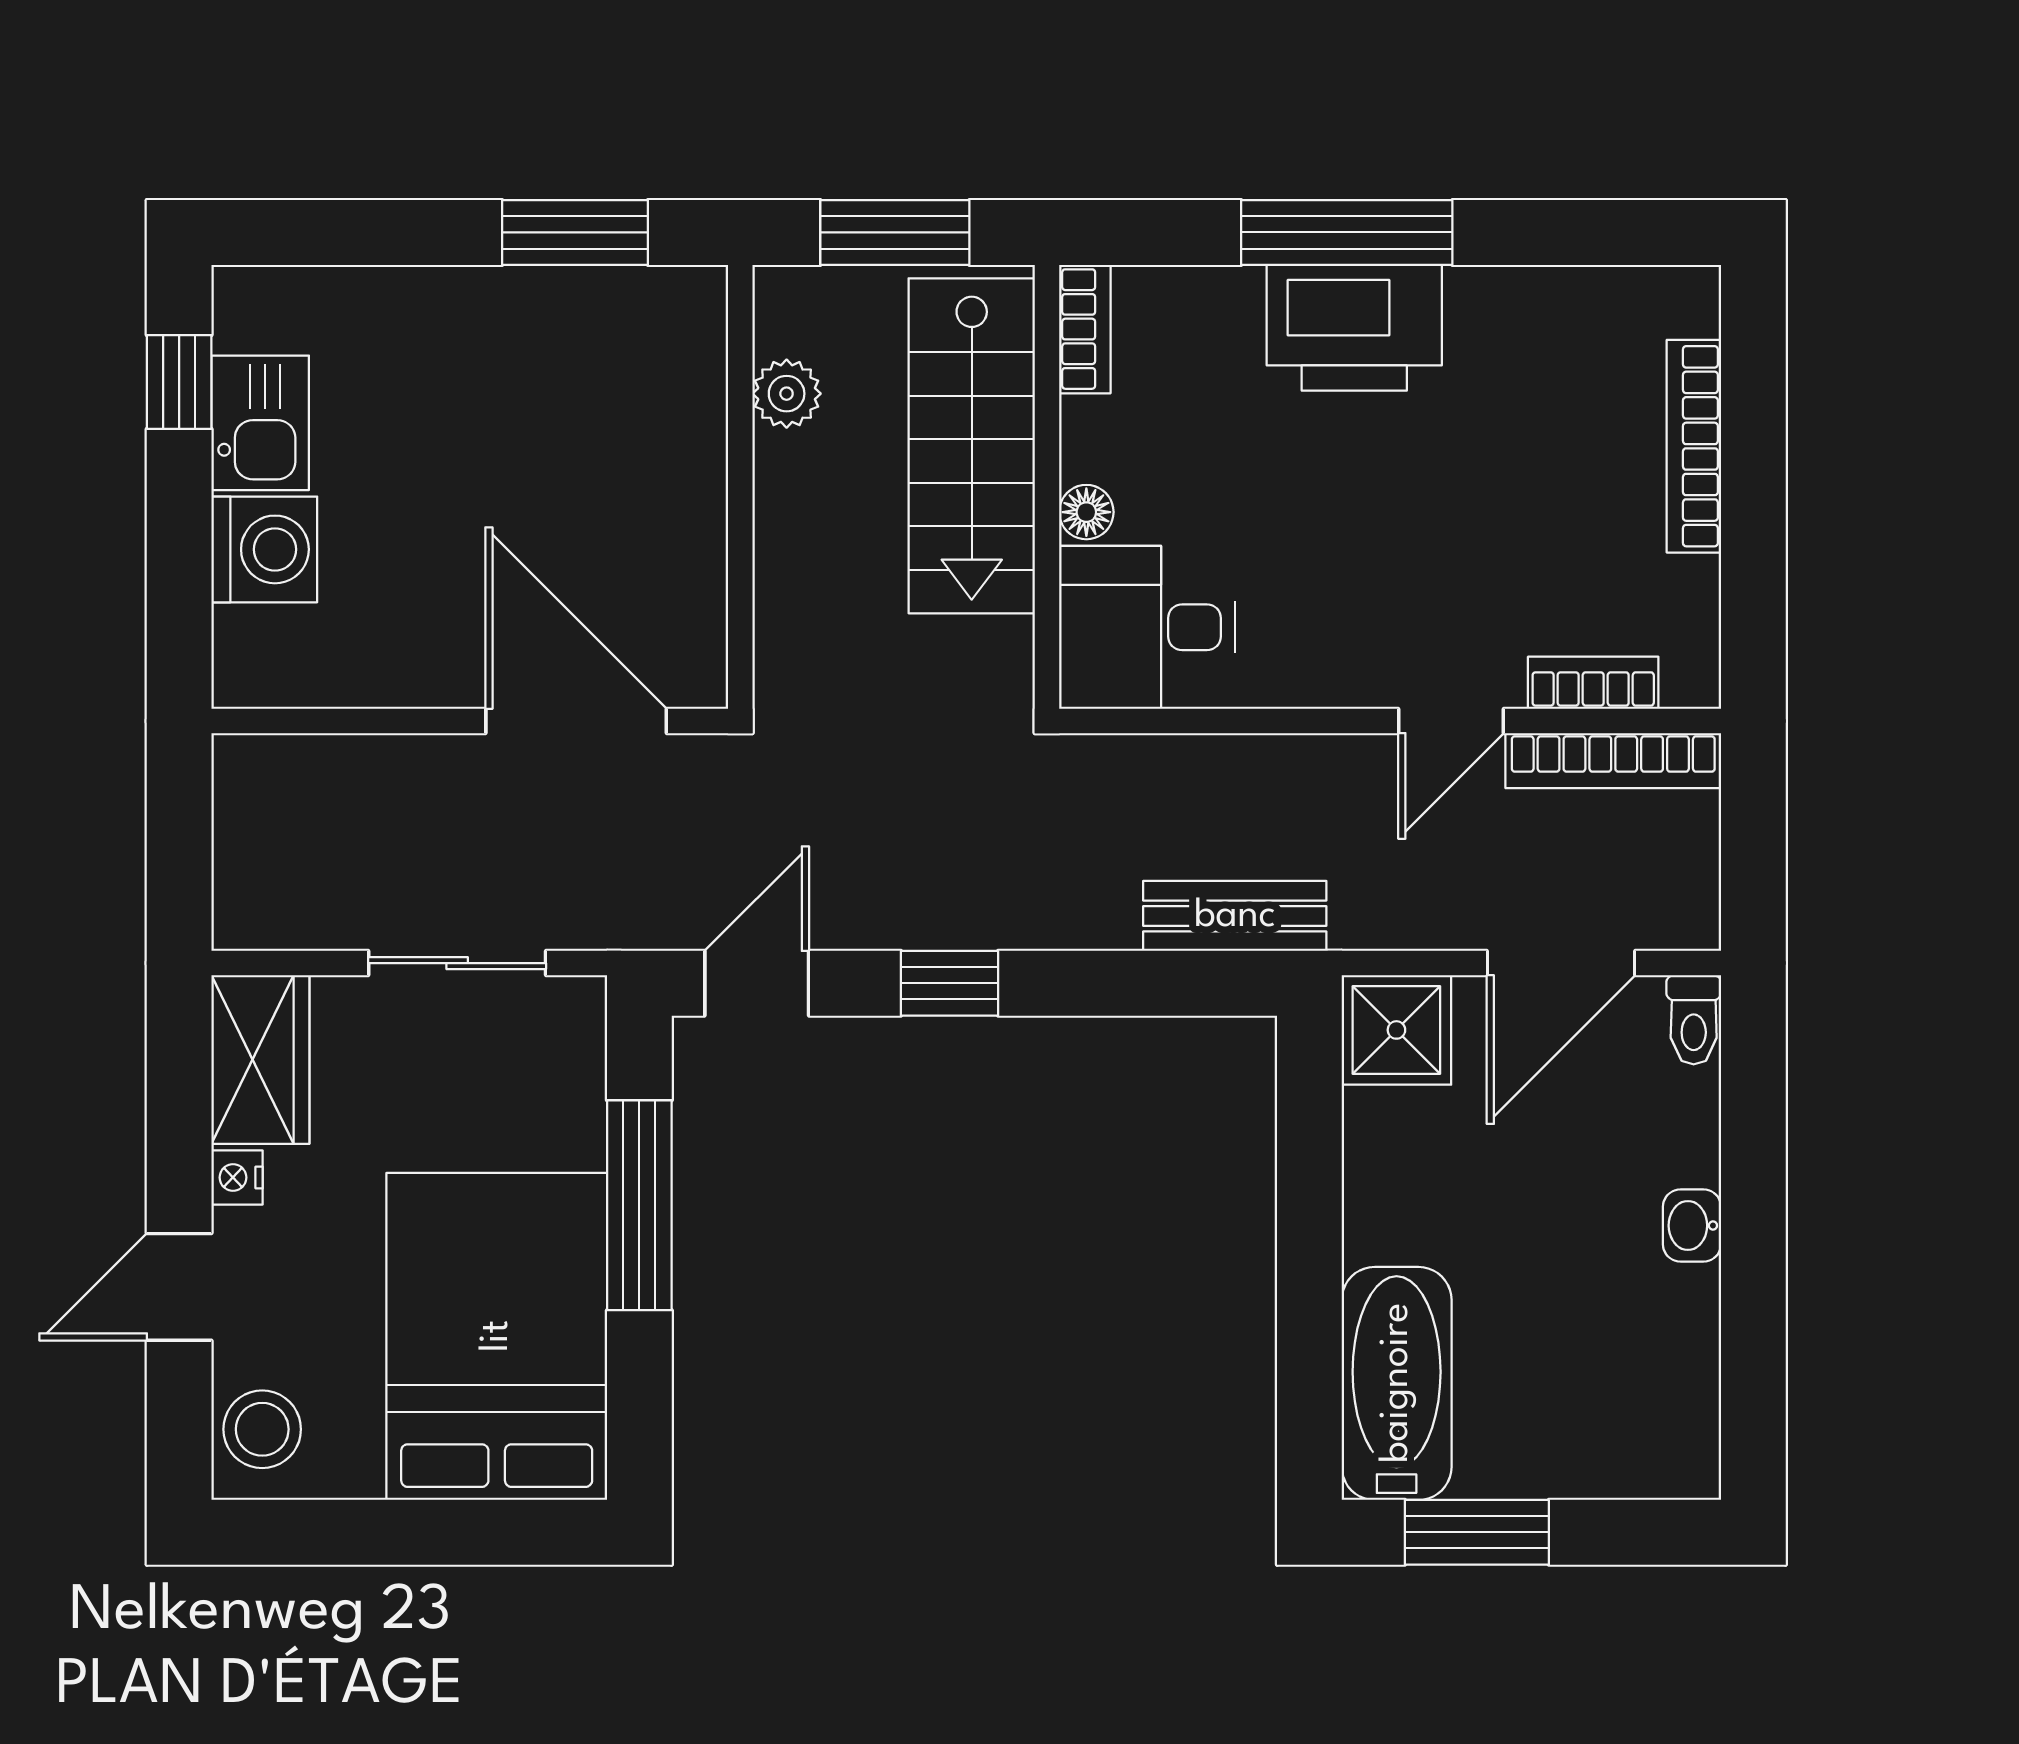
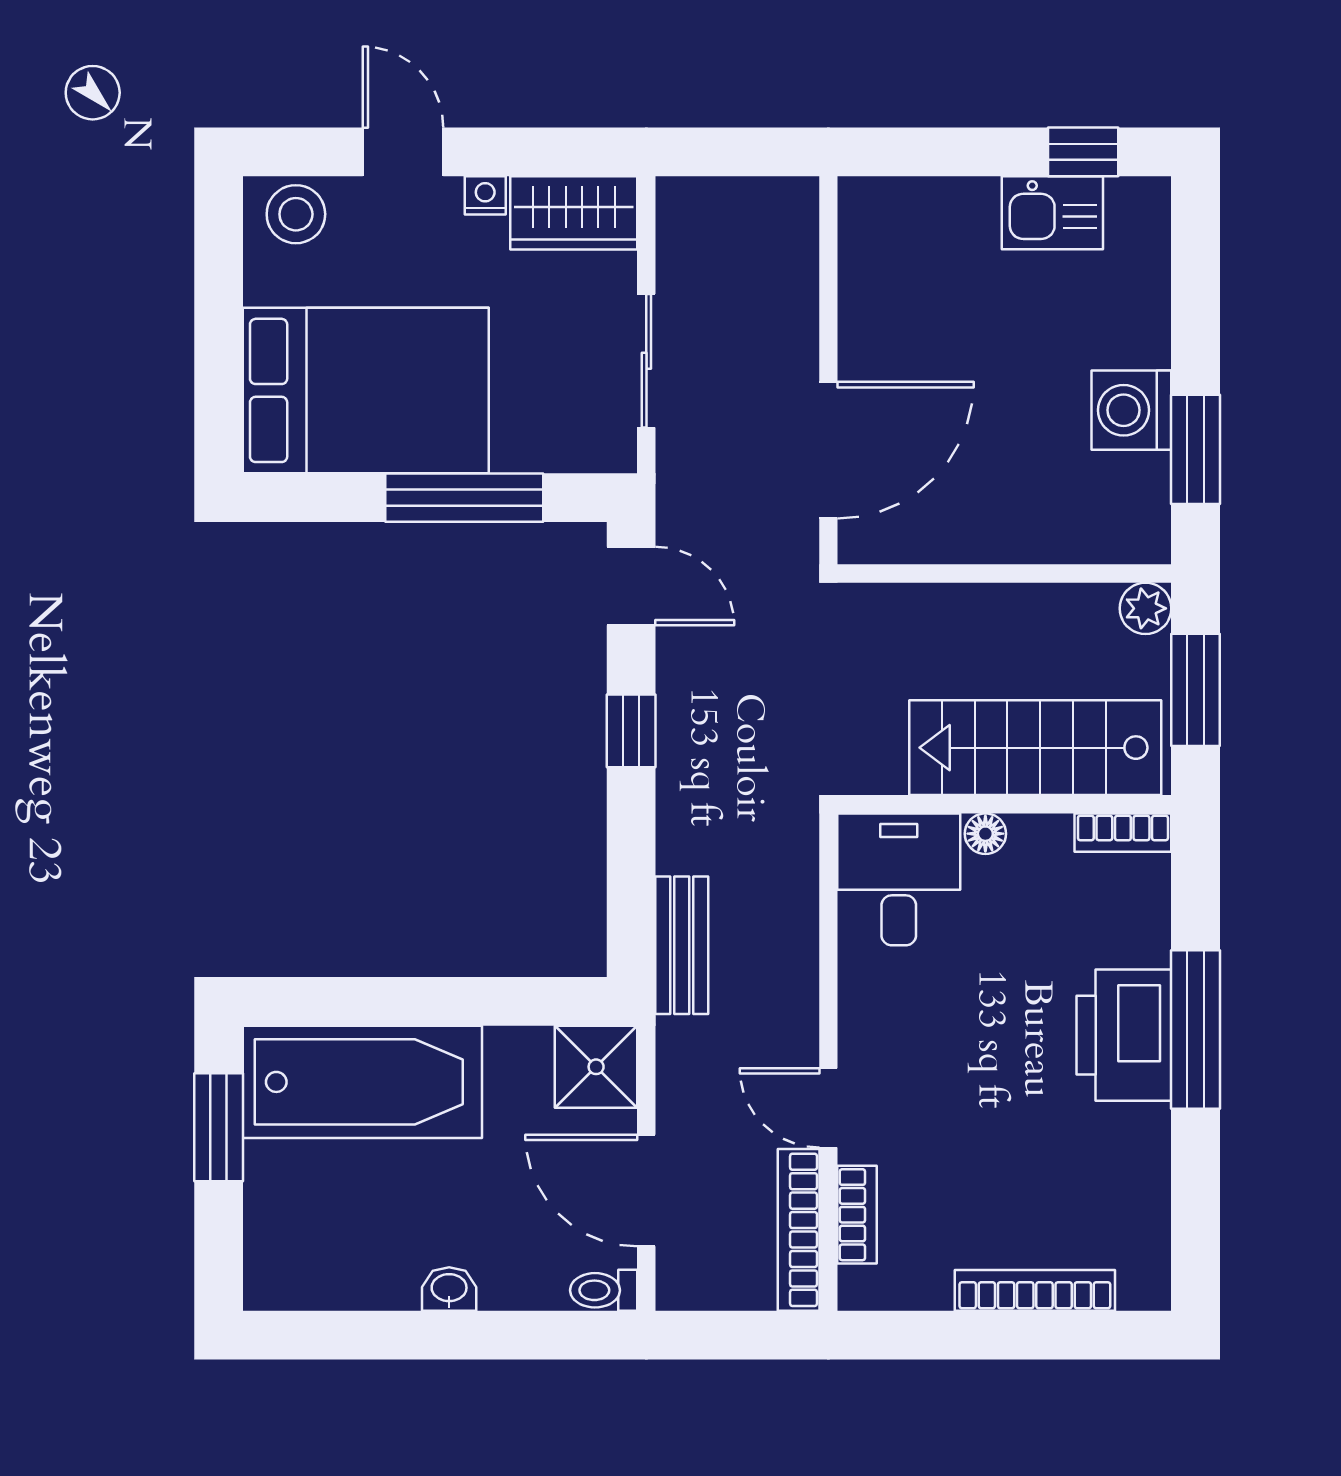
plant: (787, 394) -> (1145, 608), moved
washing machine: (264, 549) -> (1131, 410), moved, turned 90
bathtub: (1397, 1383) -> (362, 1082), width x1.36, depth x1.36

